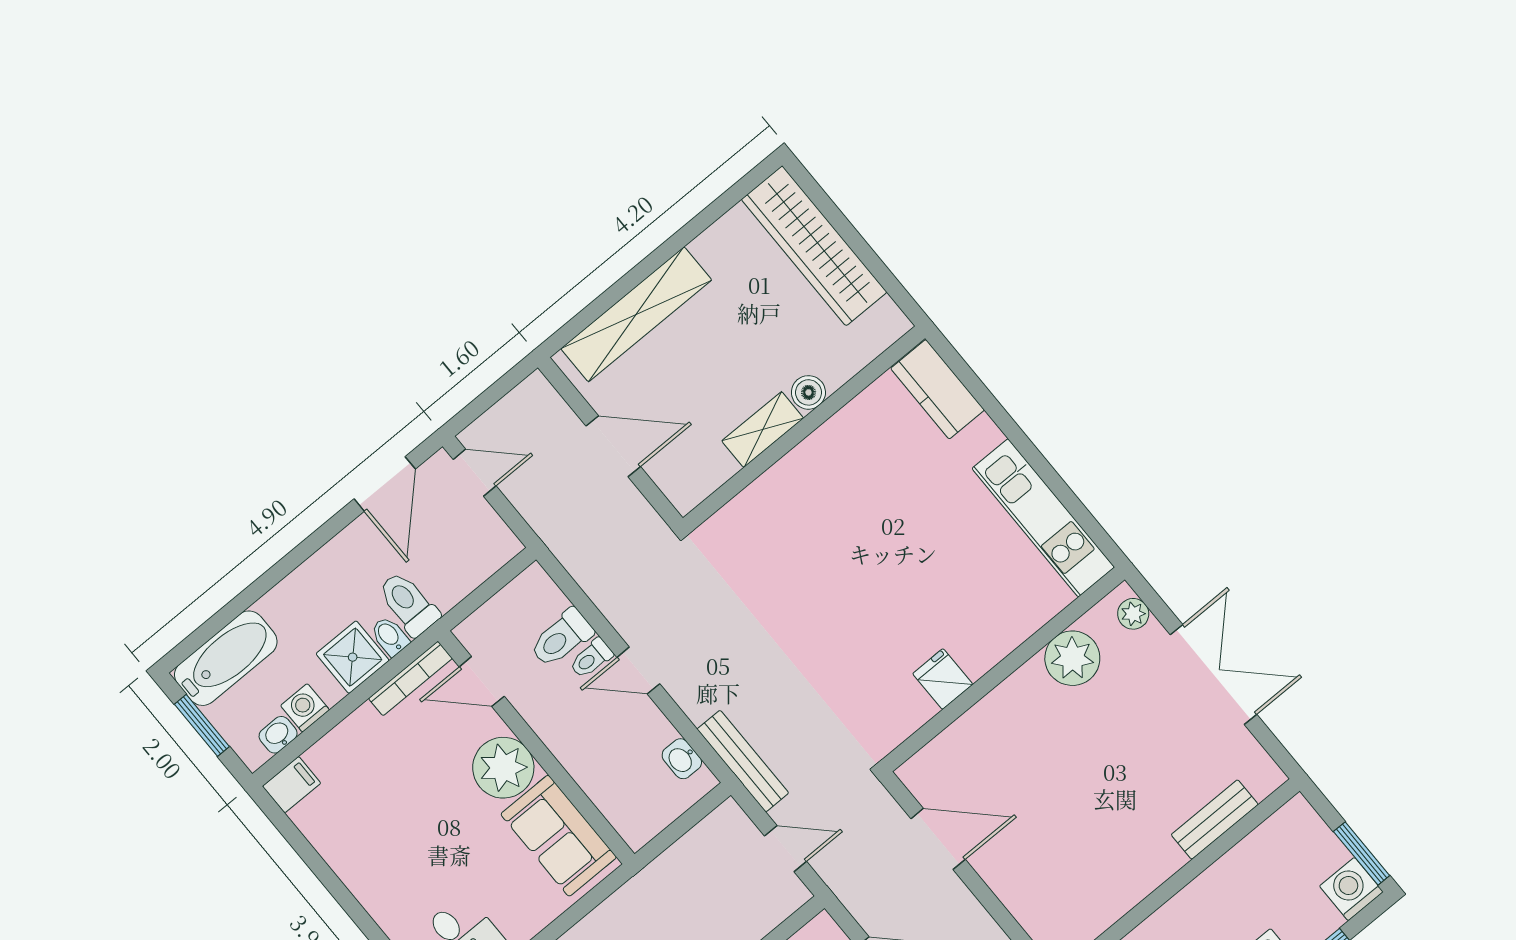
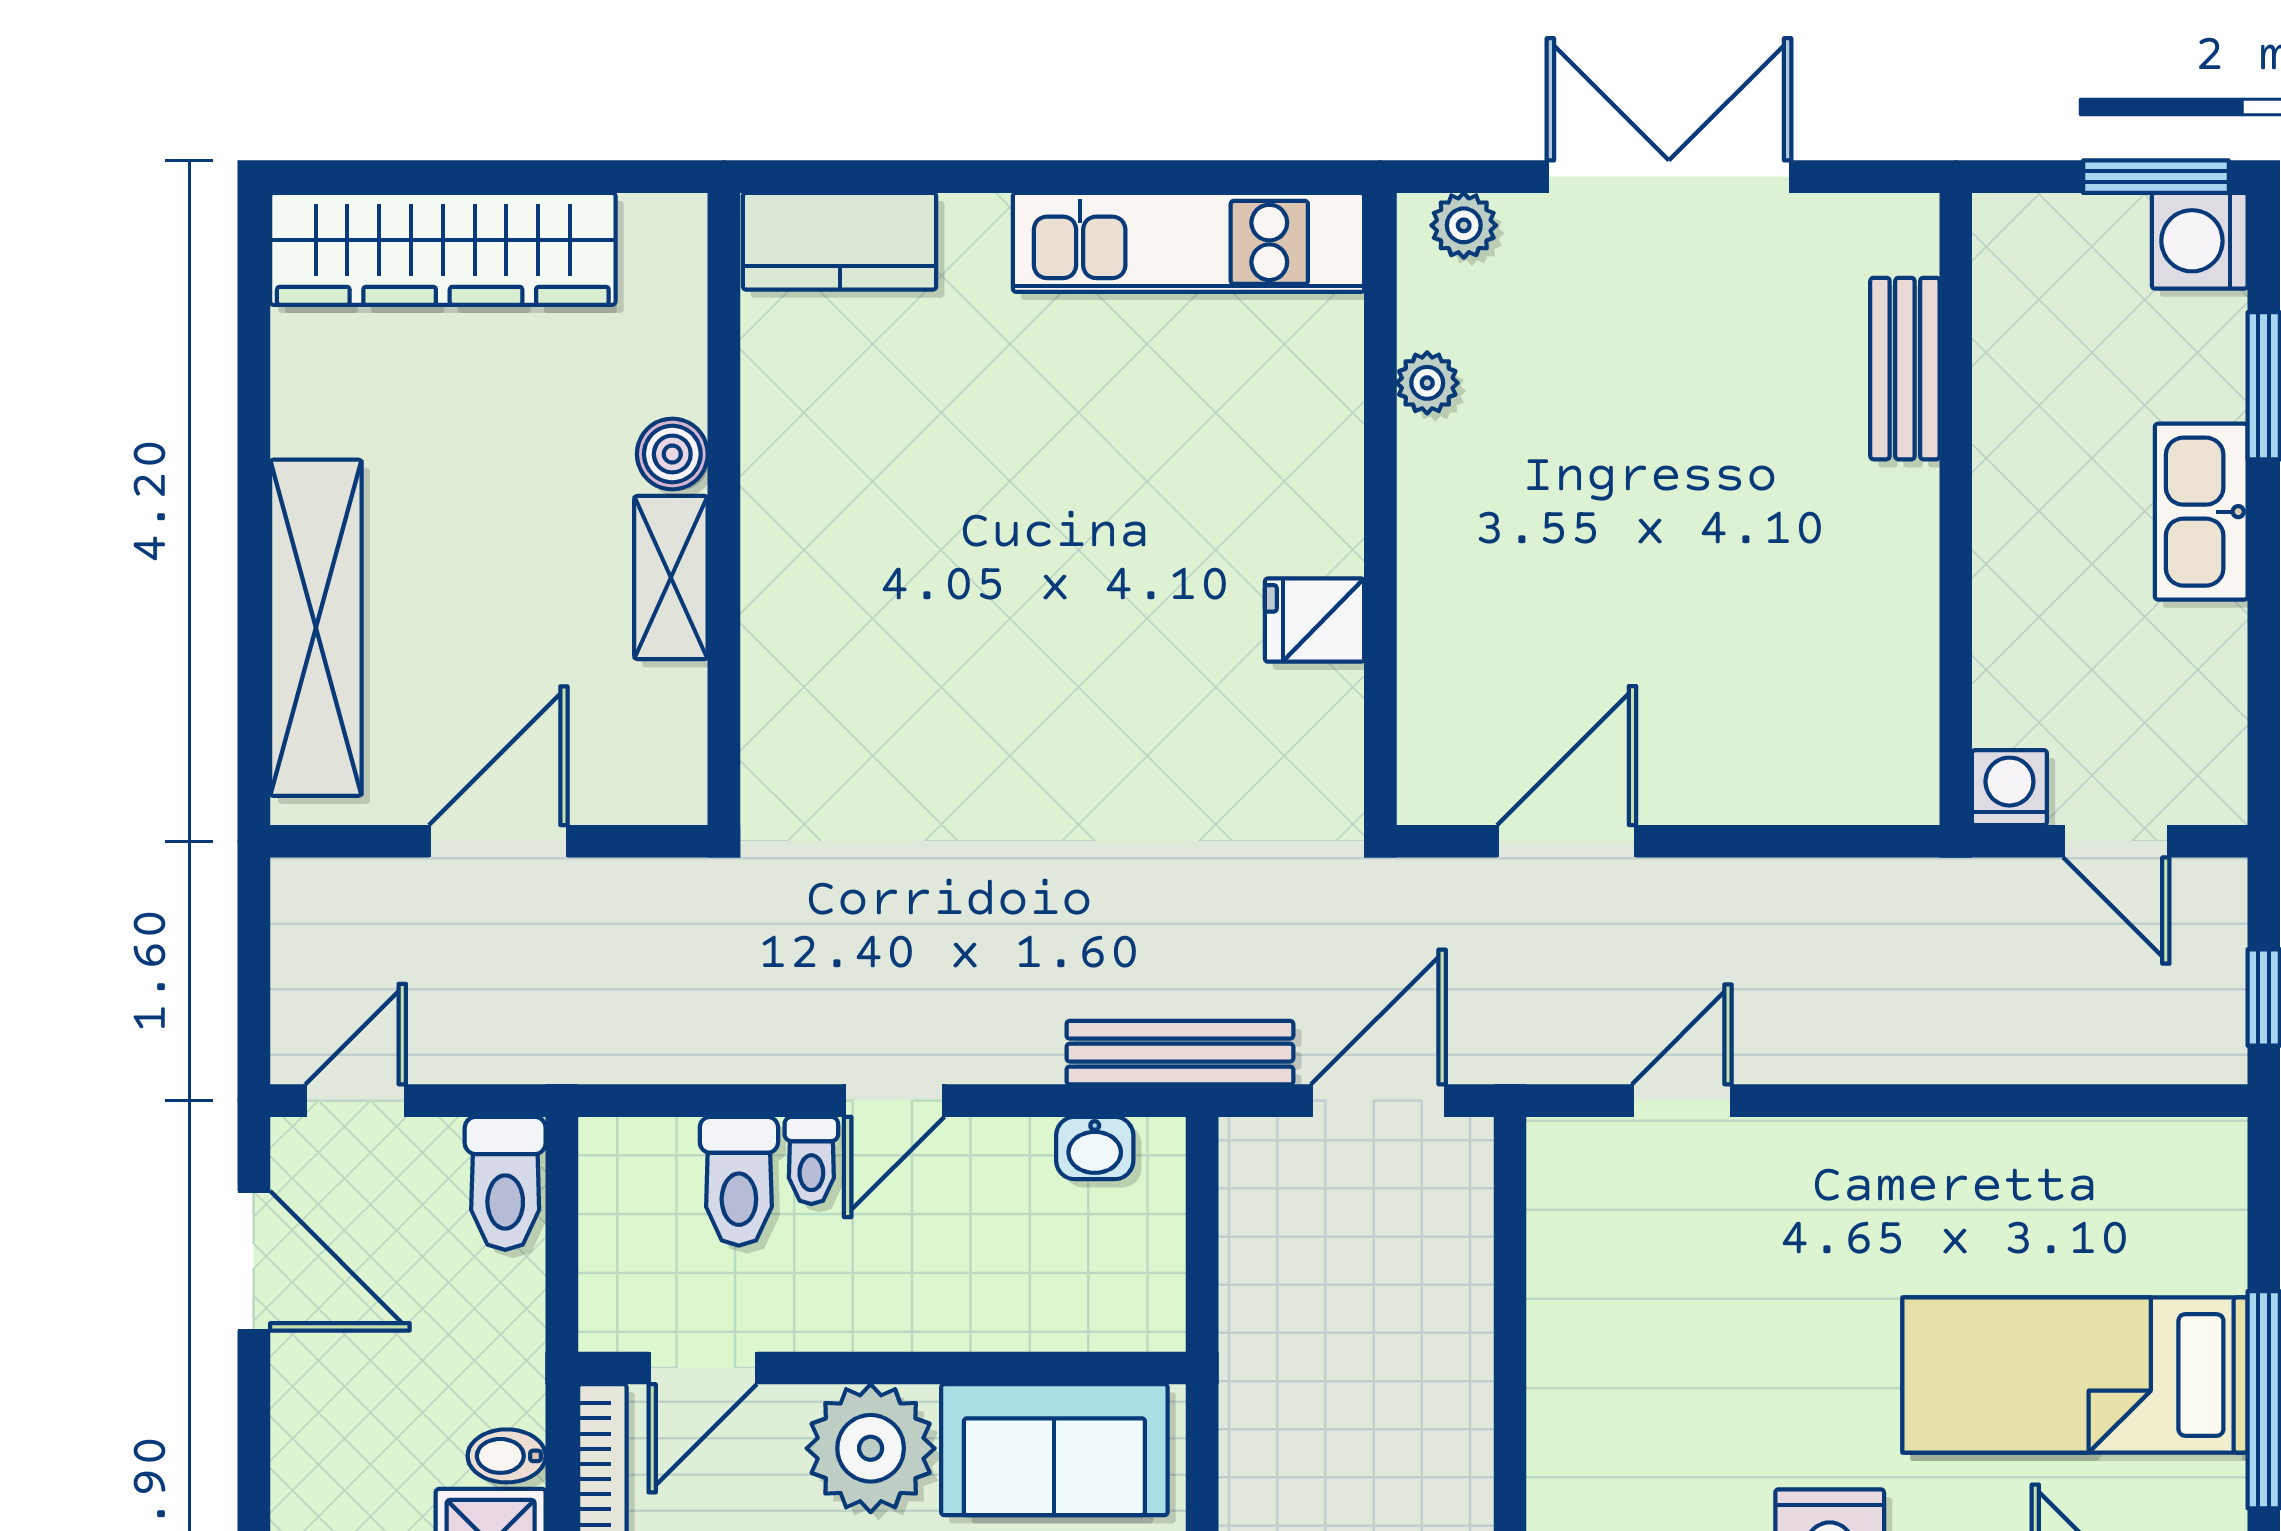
toilet: (408, 604) -> (505, 1183), moved, turned -90
plant: (1072, 658) -> (1427, 383), width x0.53, depth x0.53
door: (786, 849) -> (1378, 1101), width x1.38

